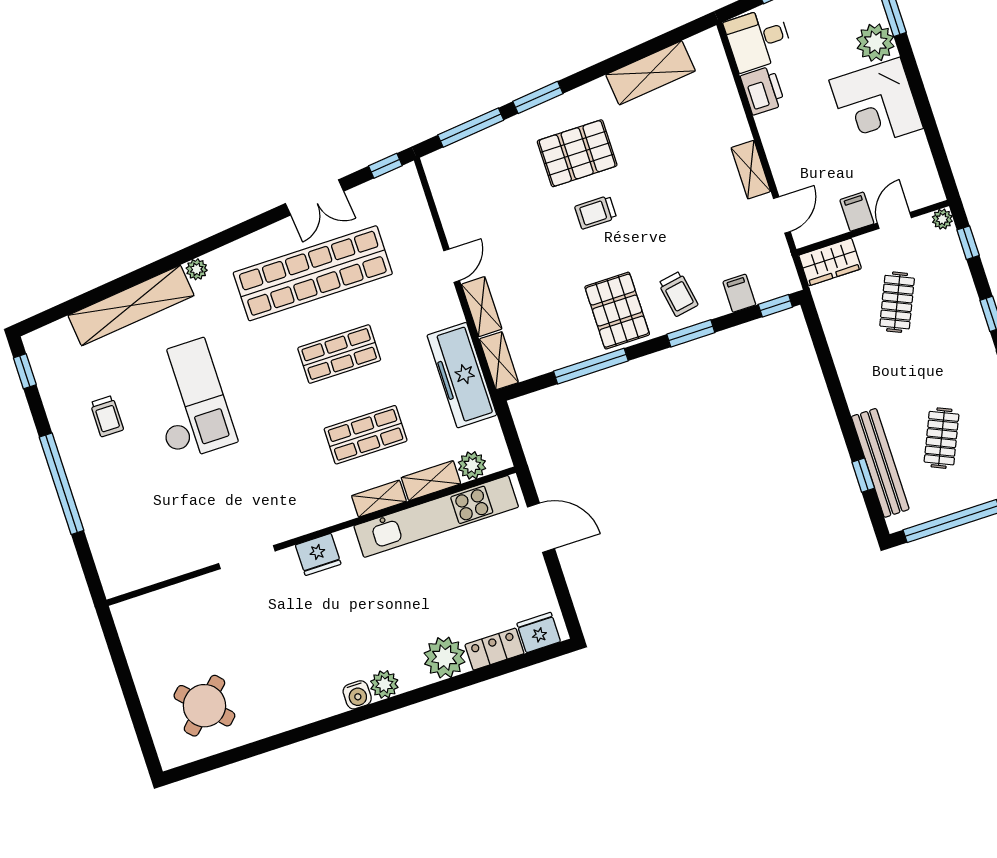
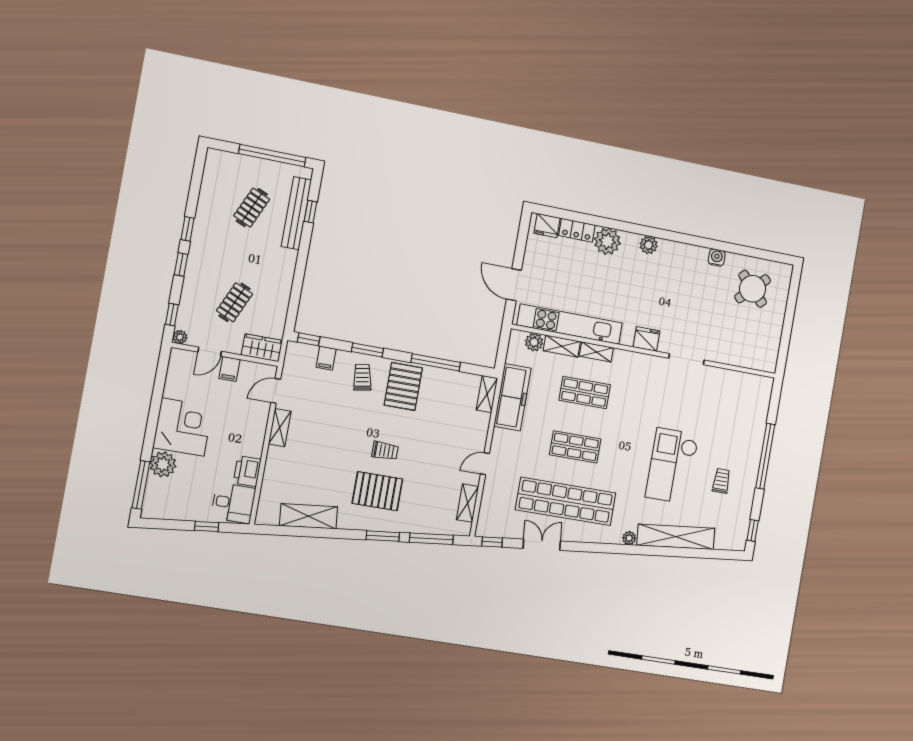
shelving: (482, 307) -> (468, 503), moved
water cooler: (357, 695) -> (717, 258), moved

